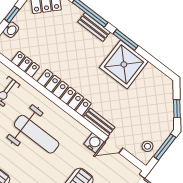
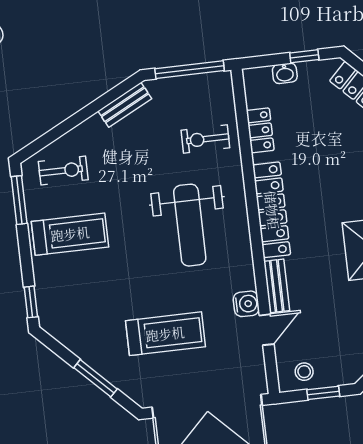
door: (114, 145) -> (267, 330), swing flipped
window: (165, 147) -> (323, 393), width x0.67

